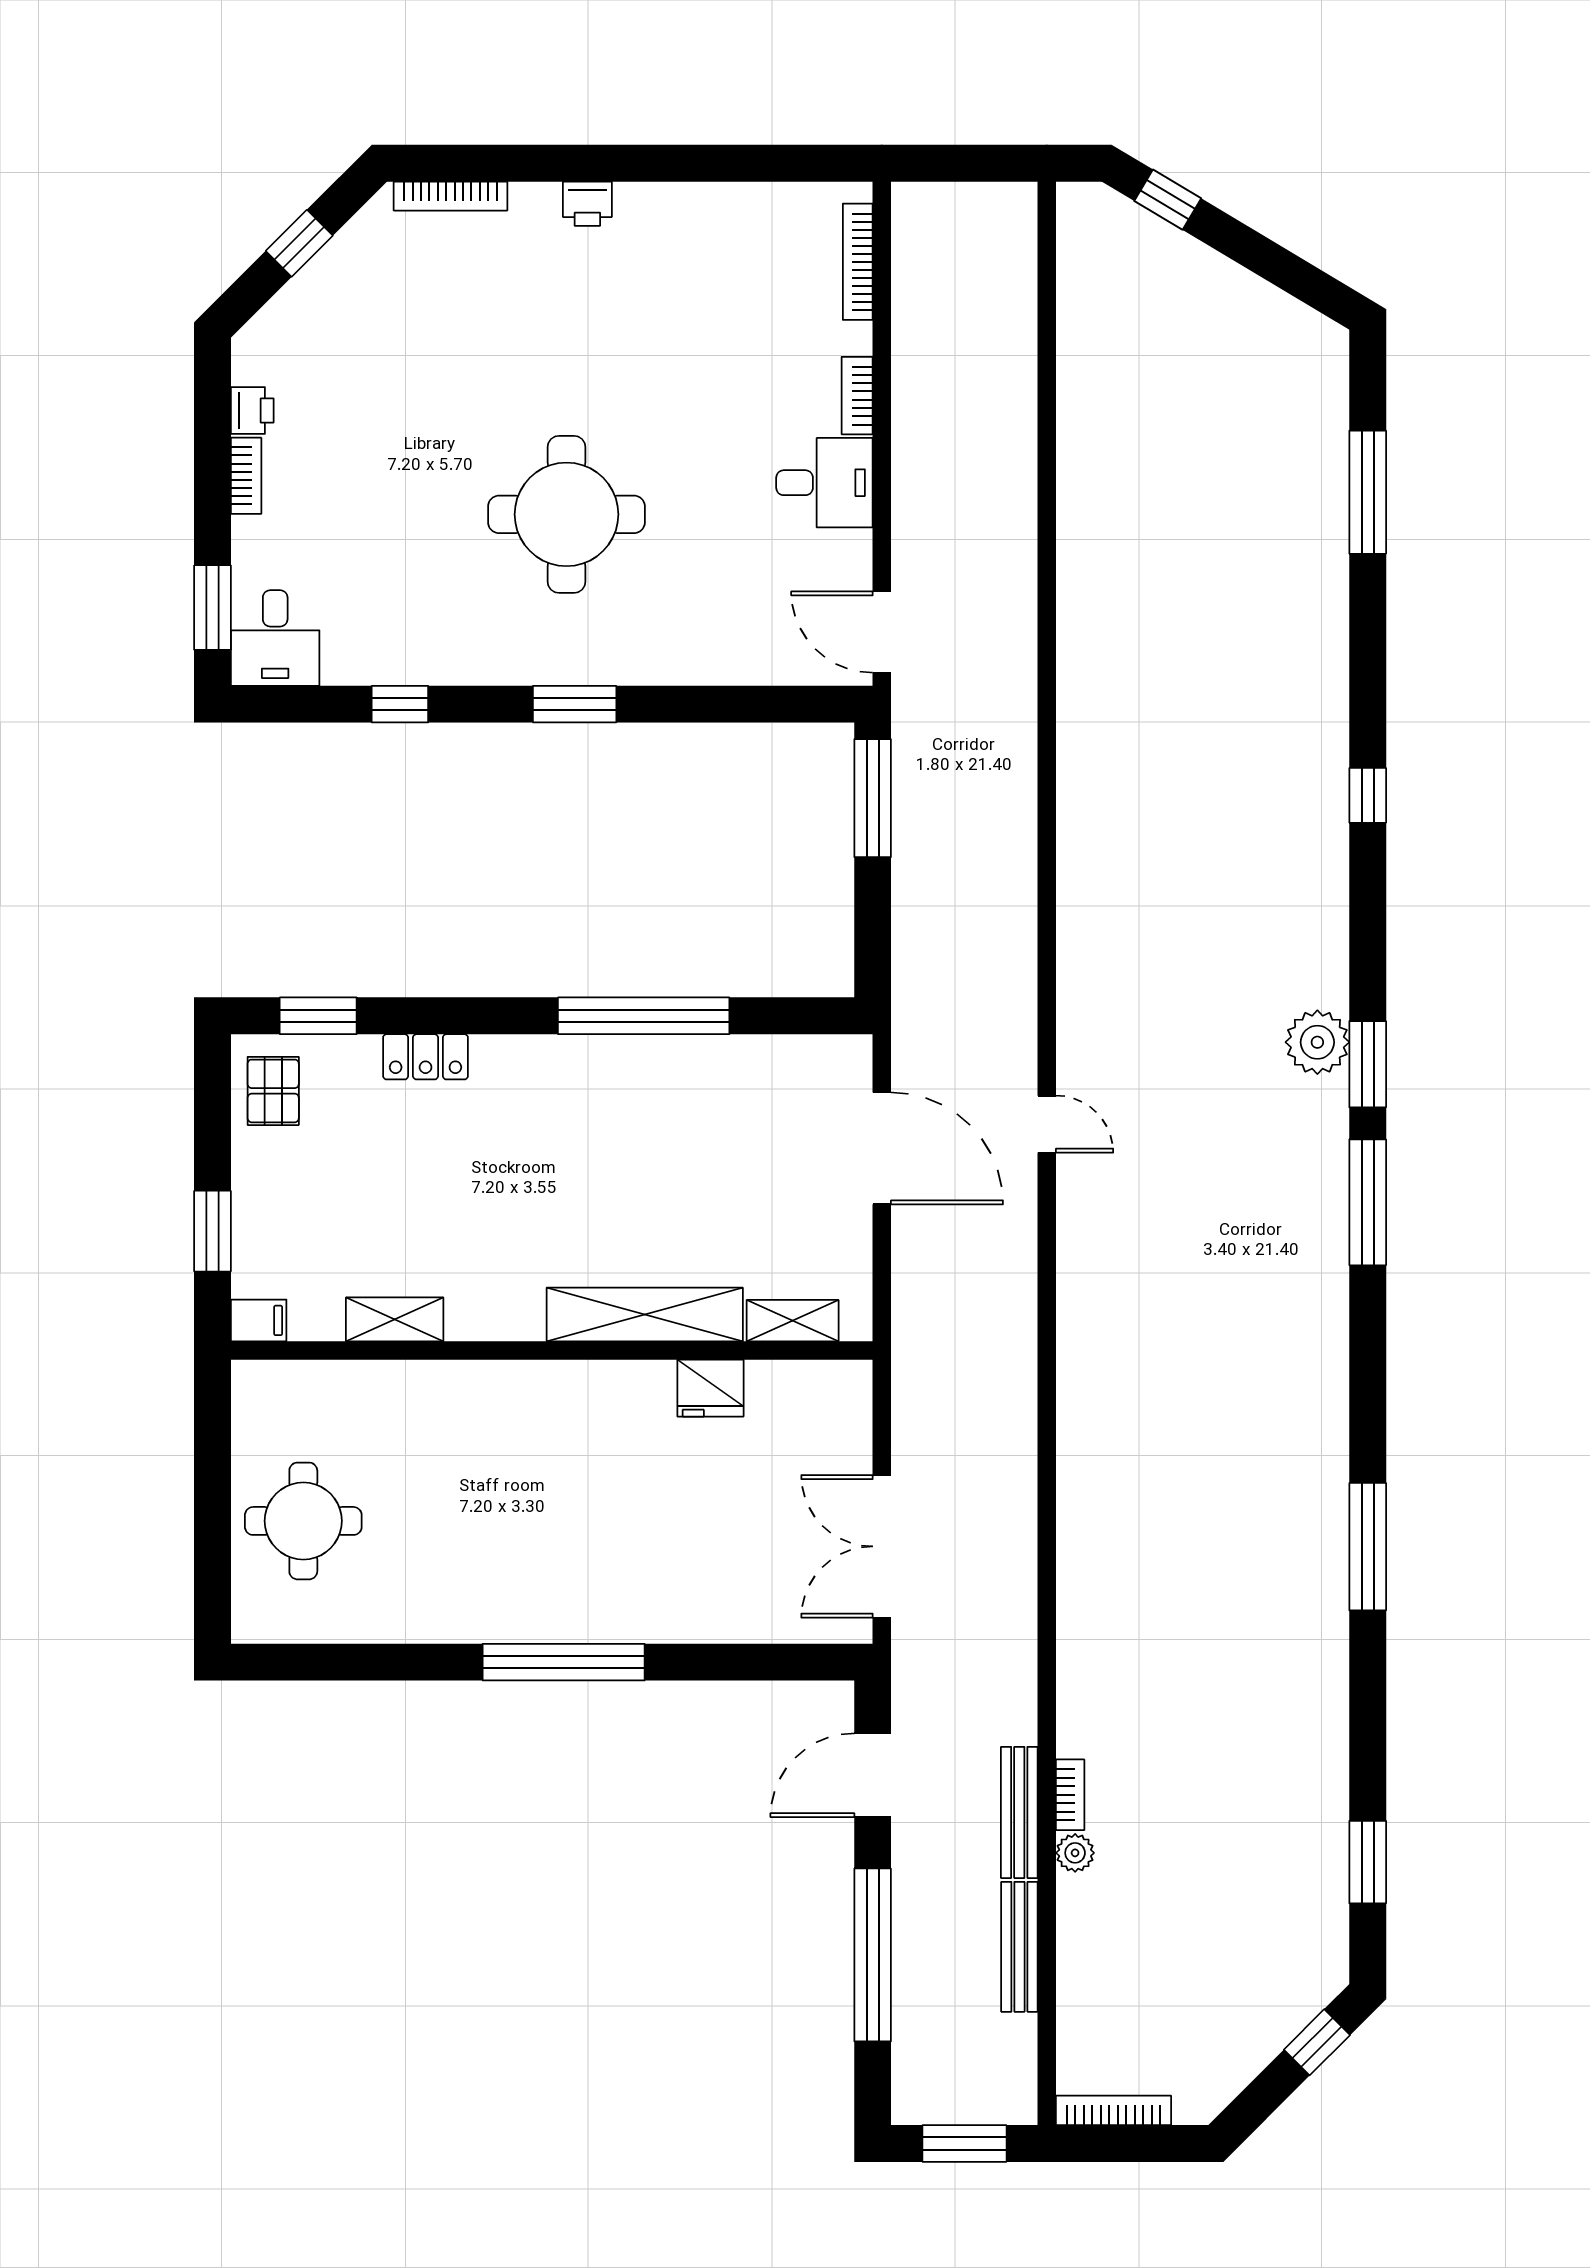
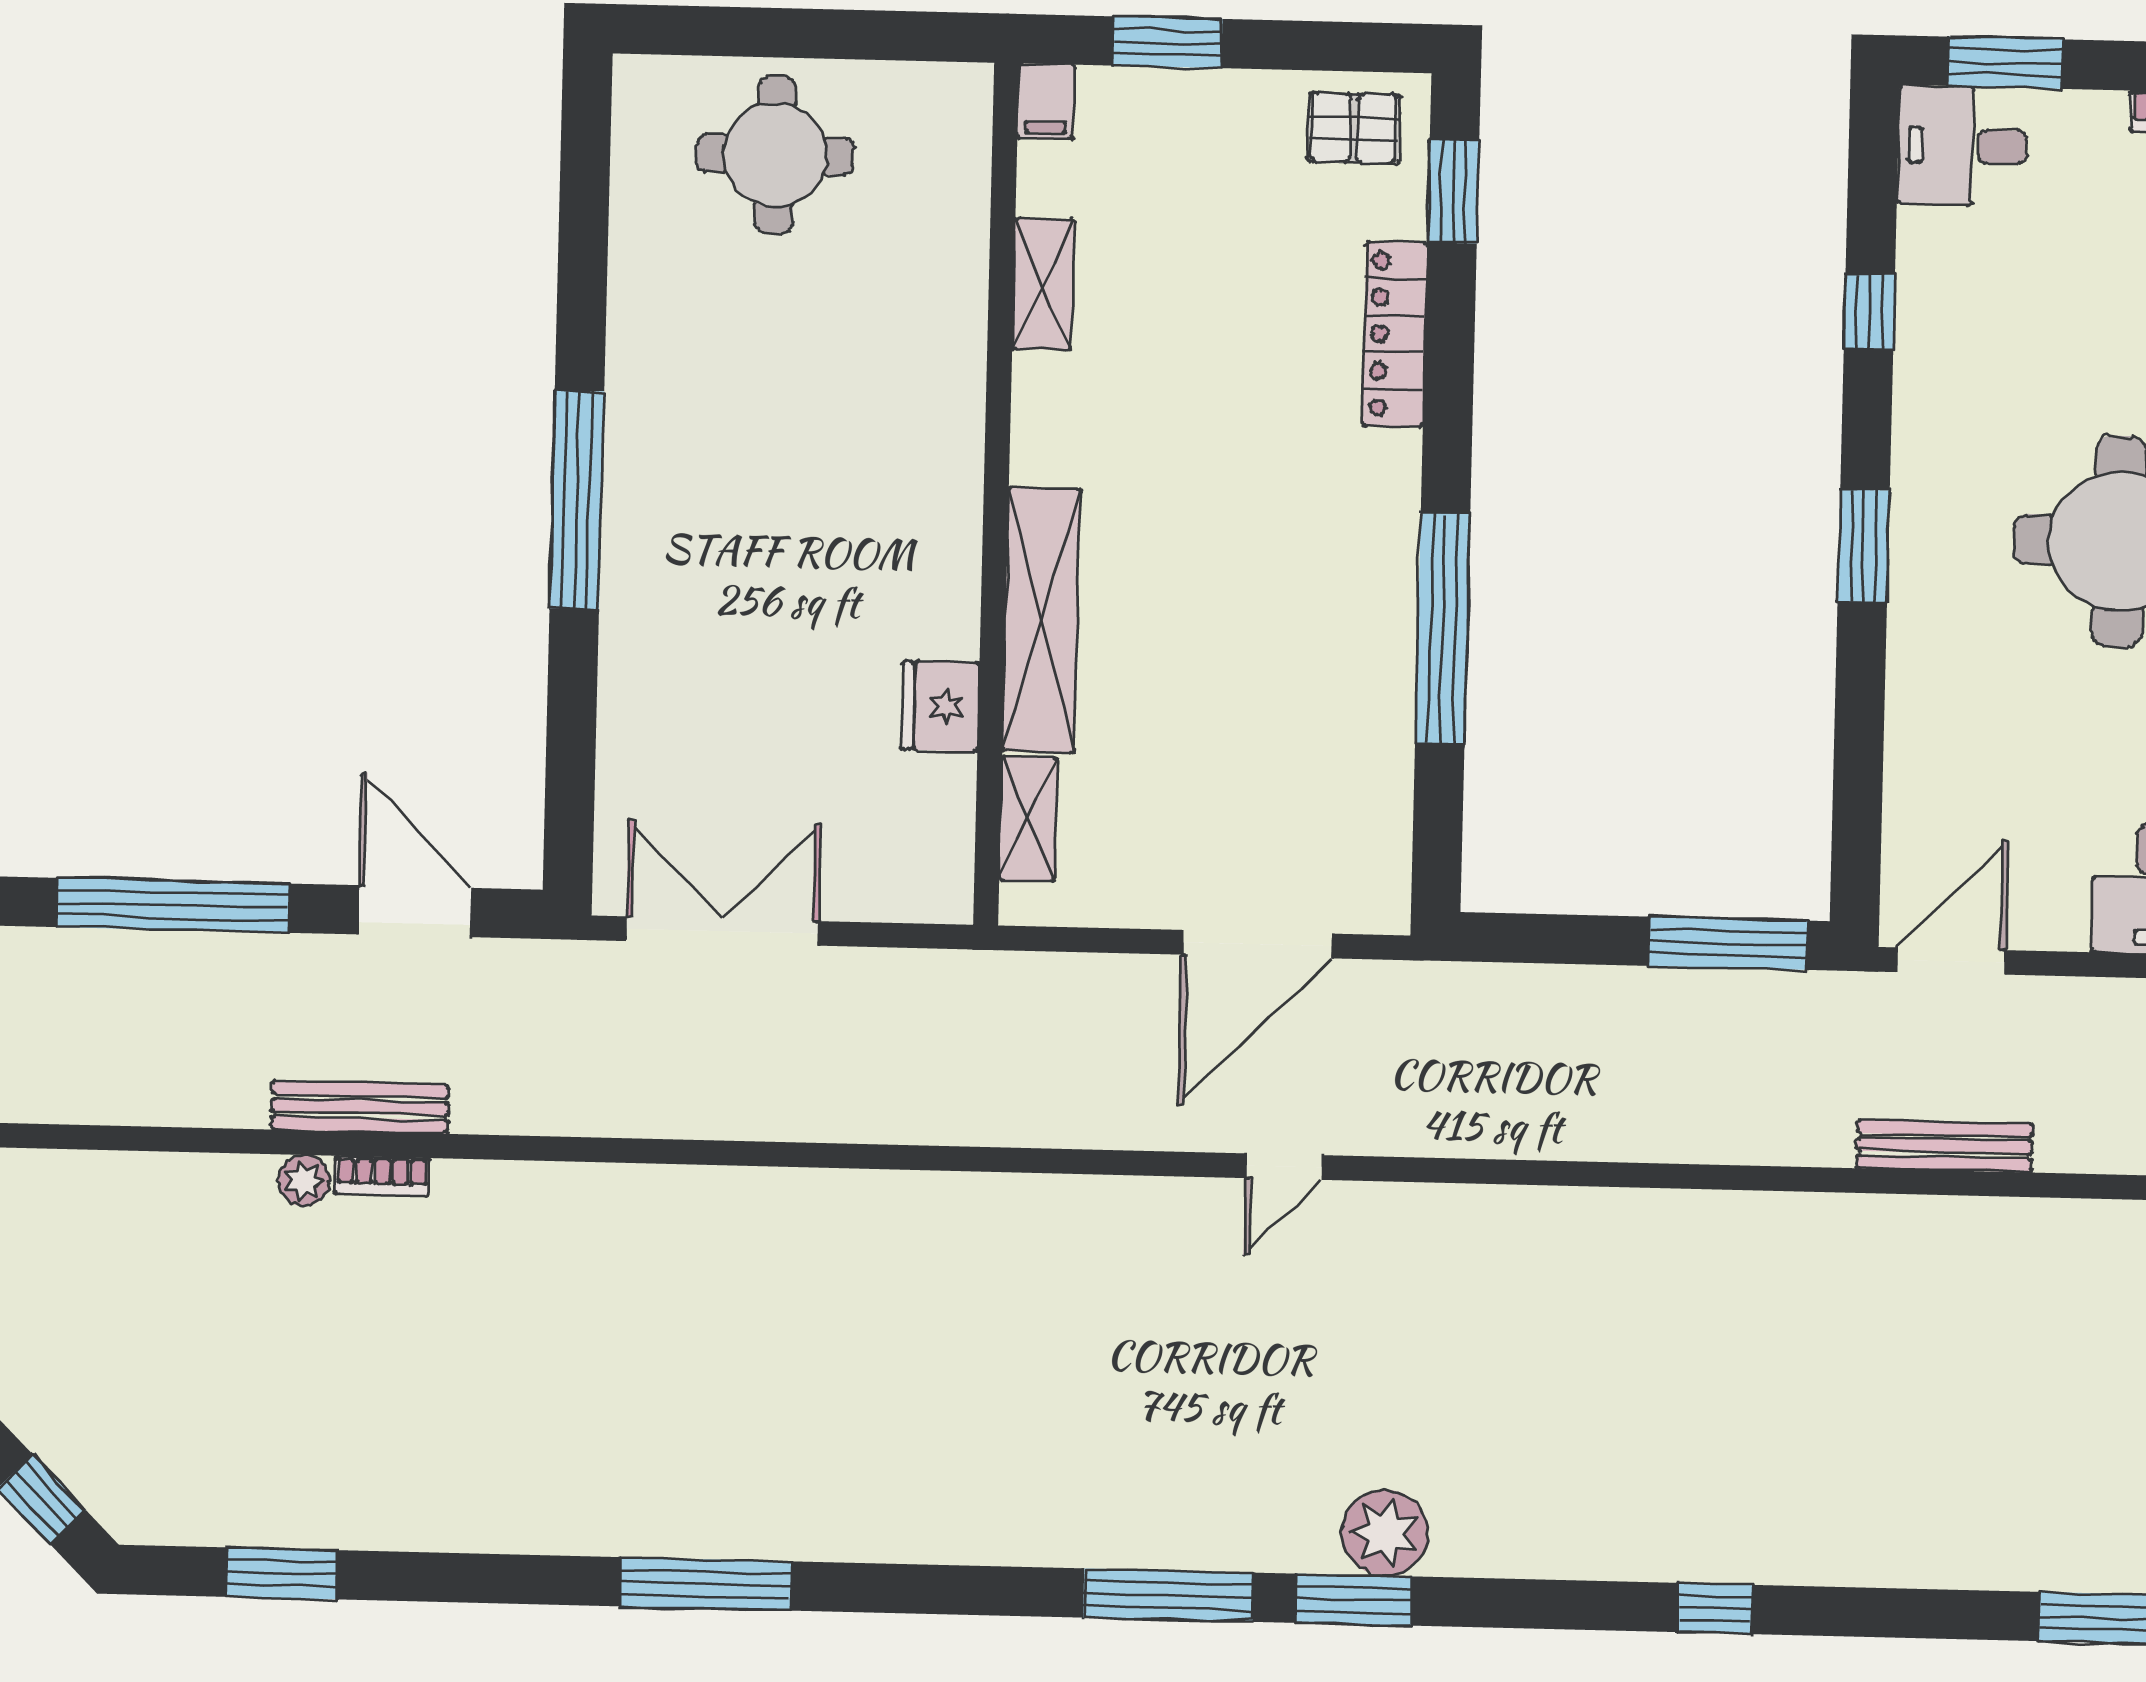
locker: (426, 1057) -> (1395, 334), width x1.53
bench: (1019, 1947) -> (1945, 1146), moved

